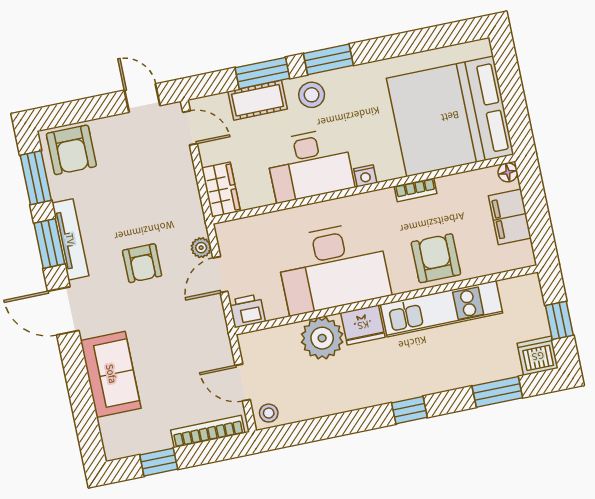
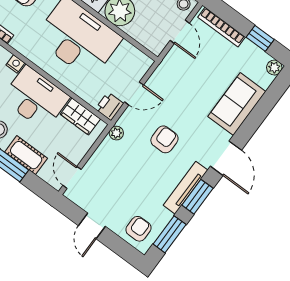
door: (142, 98) -> (92, 226), moved
armchair: (71, 150) -> (138, 229), width x0.72, depth x0.72
wardrobe: (221, 190) -> (80, 117), moved, turned -90
plant: (201, 248) -> (116, 133), moved
printer: (247, 311) -> (109, 106), moved, turned 90
plant: (114, 449) -> (274, 68), added

